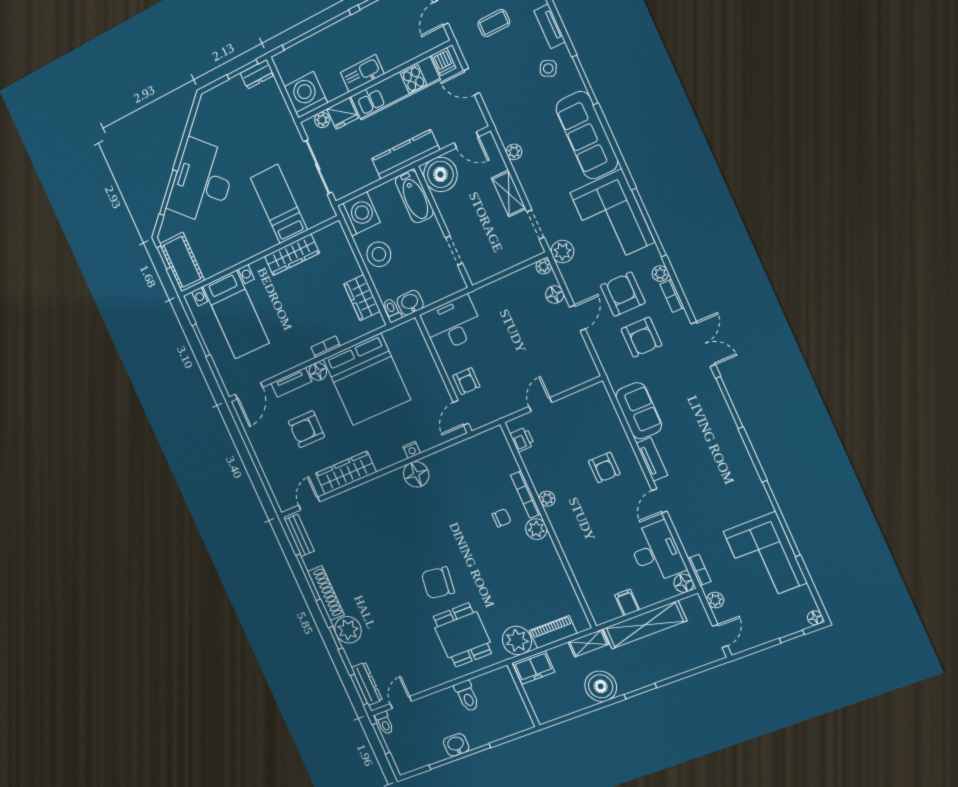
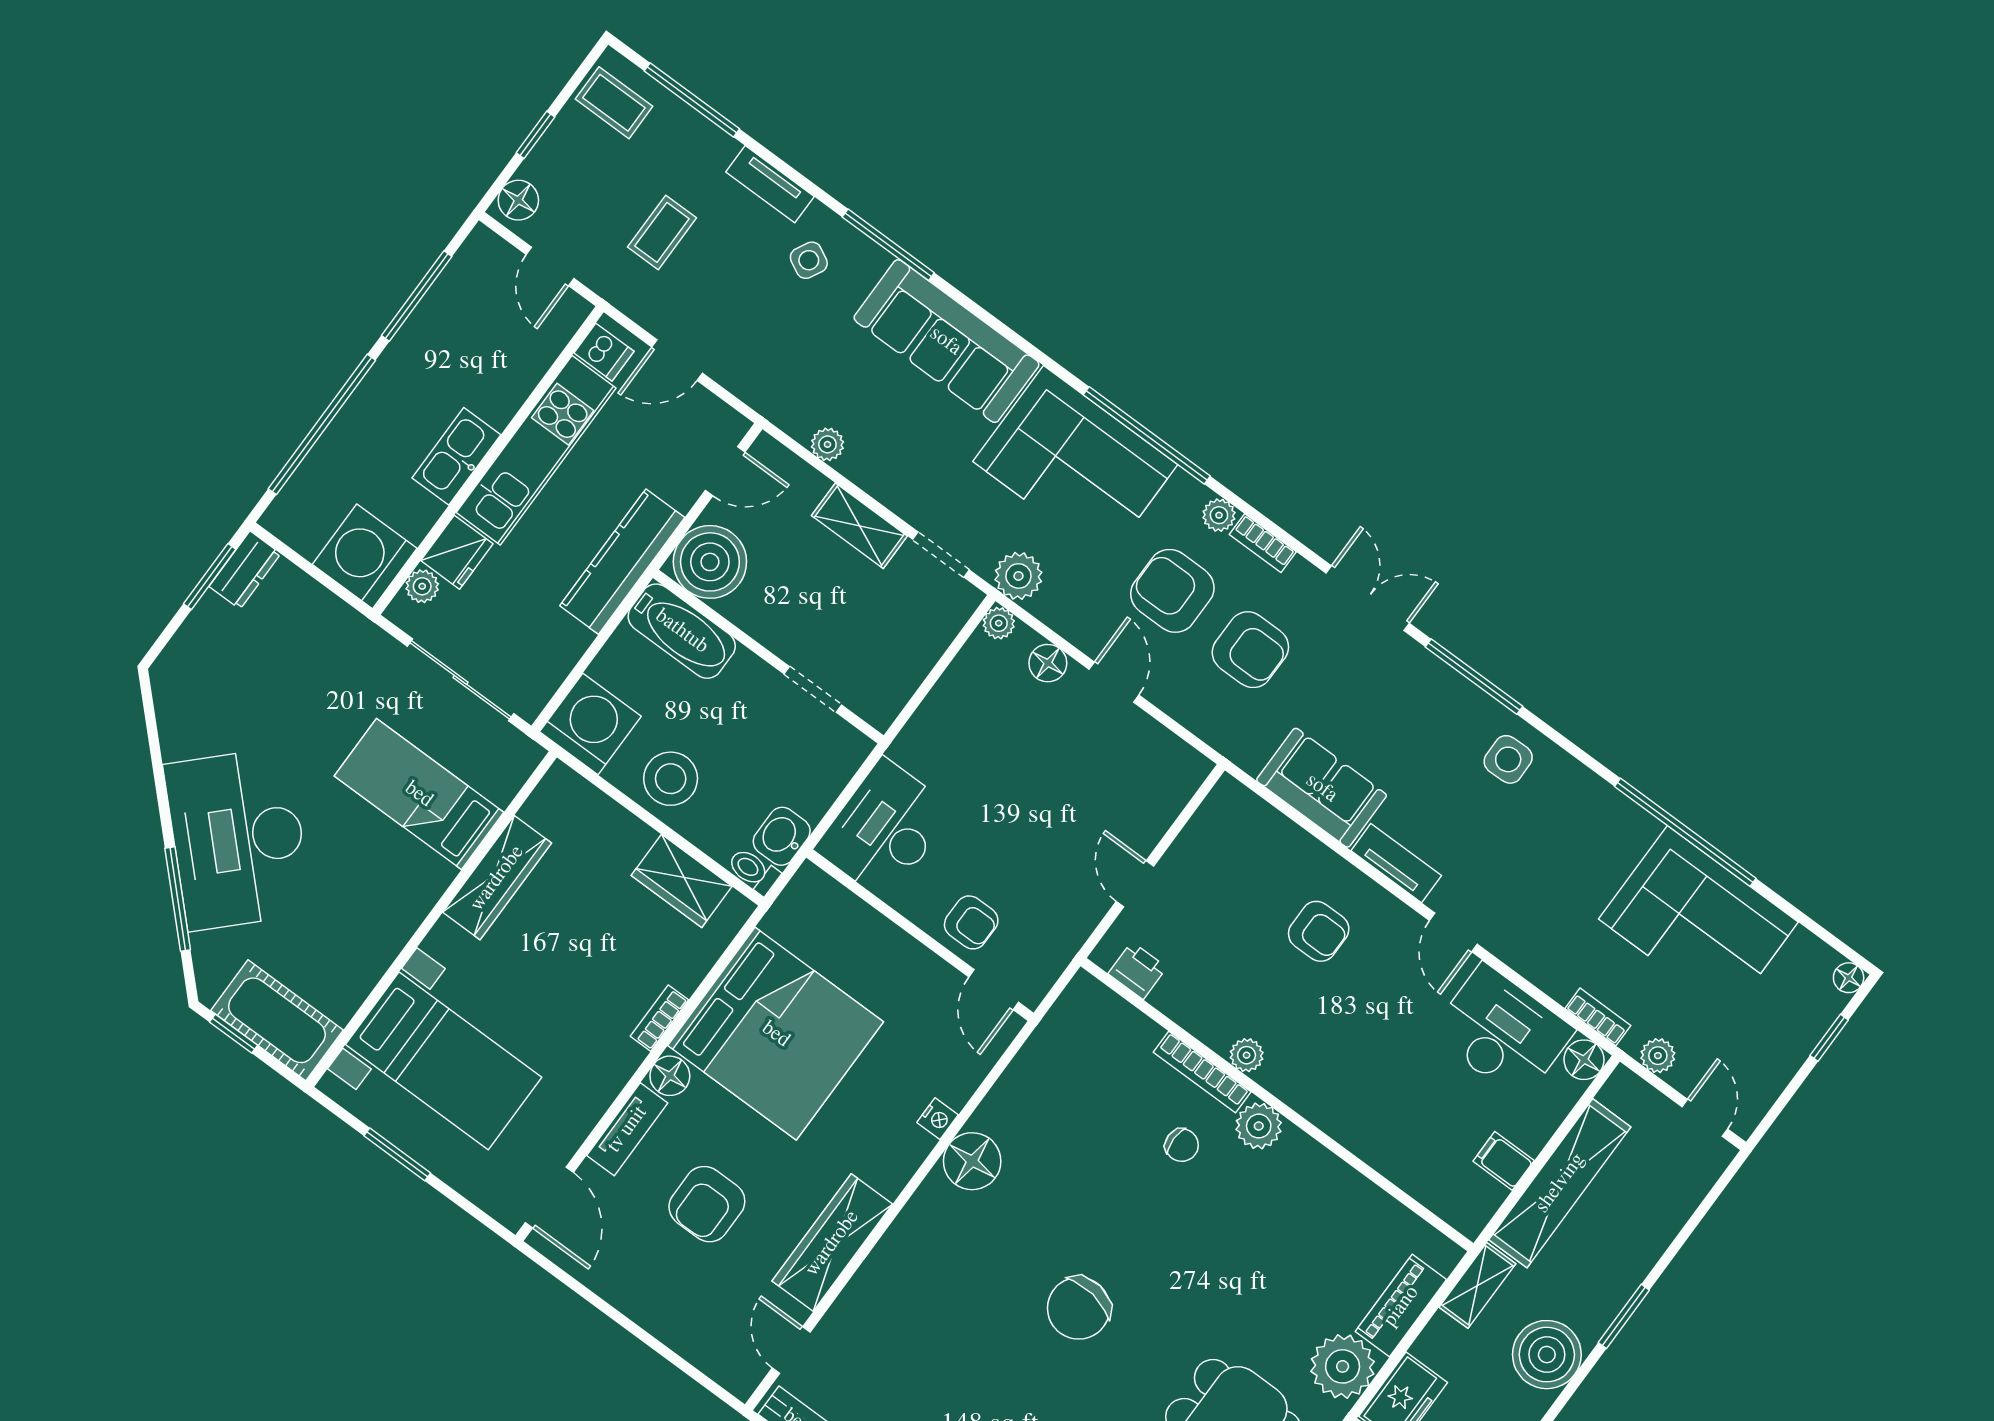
side table: (724, 445) -> (1508, 759), added
chair: (502, 518) -> (1182, 1145), turned 90
chair: (438, 583) -> (1079, 1308), moved

